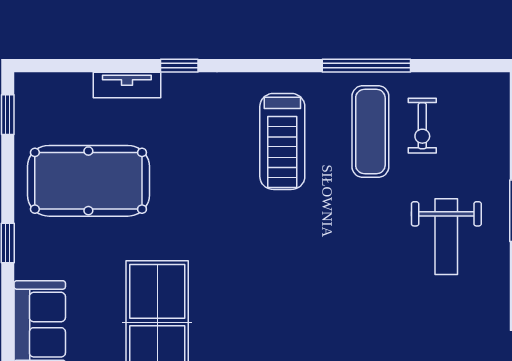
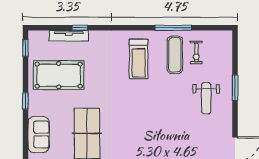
window: (179, 66) -> (80, 28), moved
tv unit: (127, 85) -> (69, 36), width x1.41

